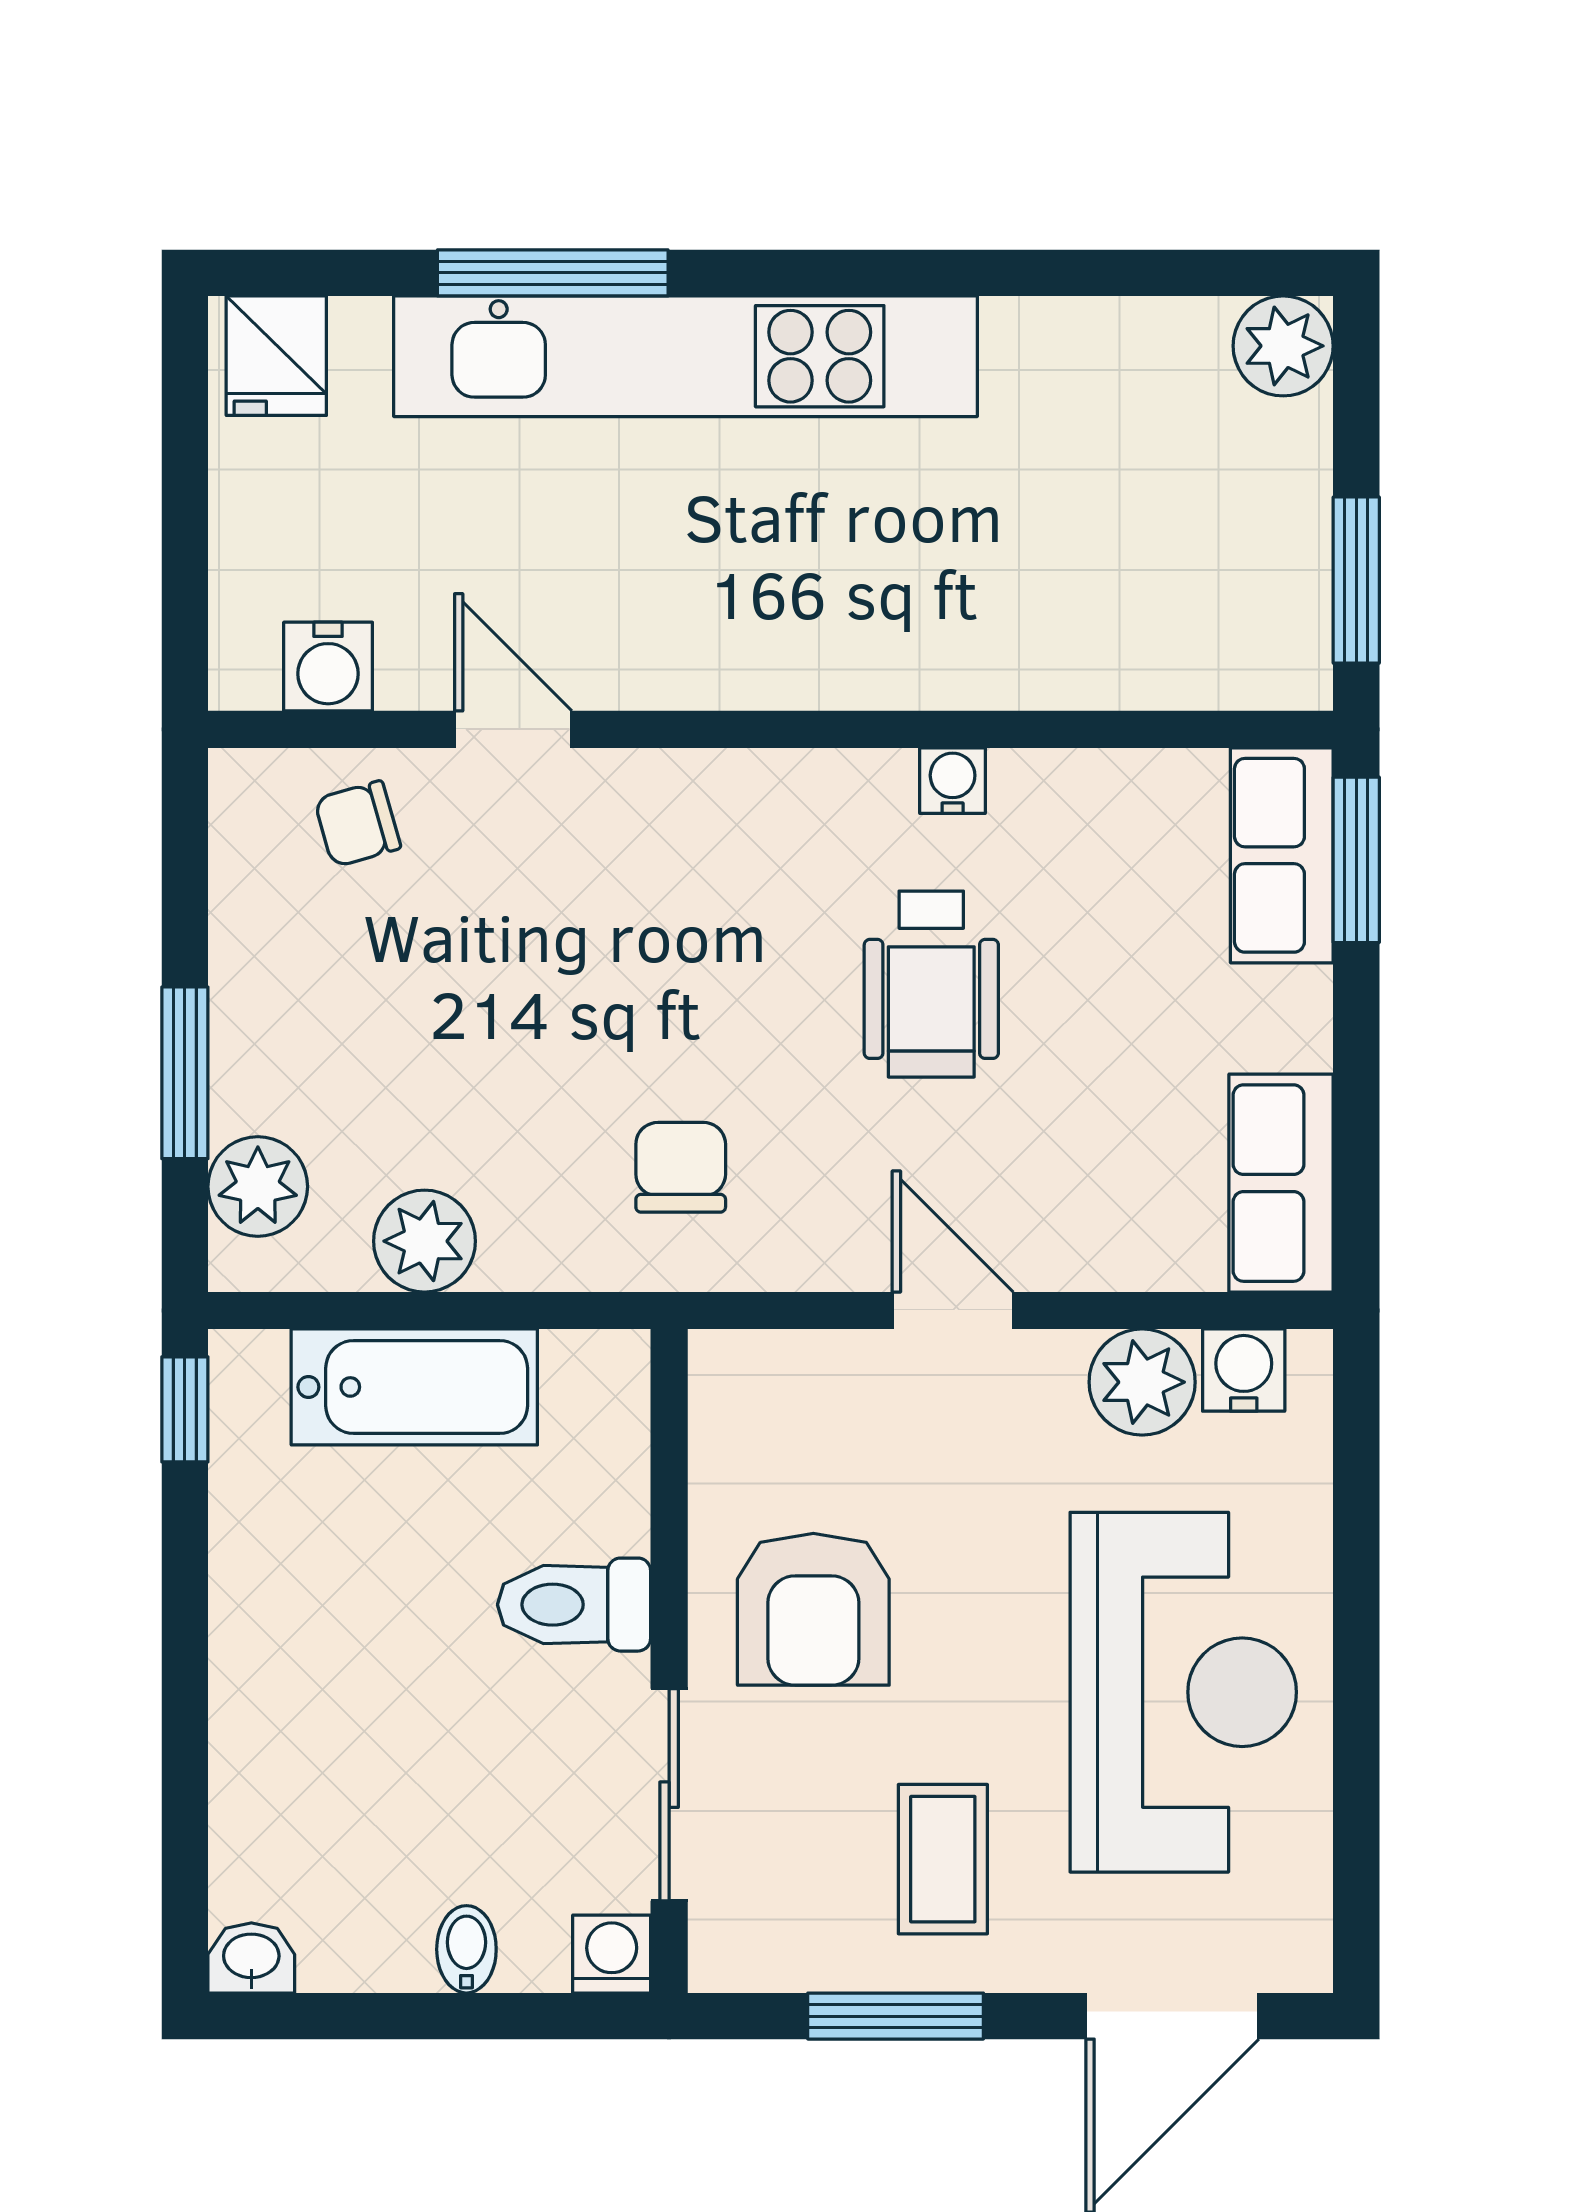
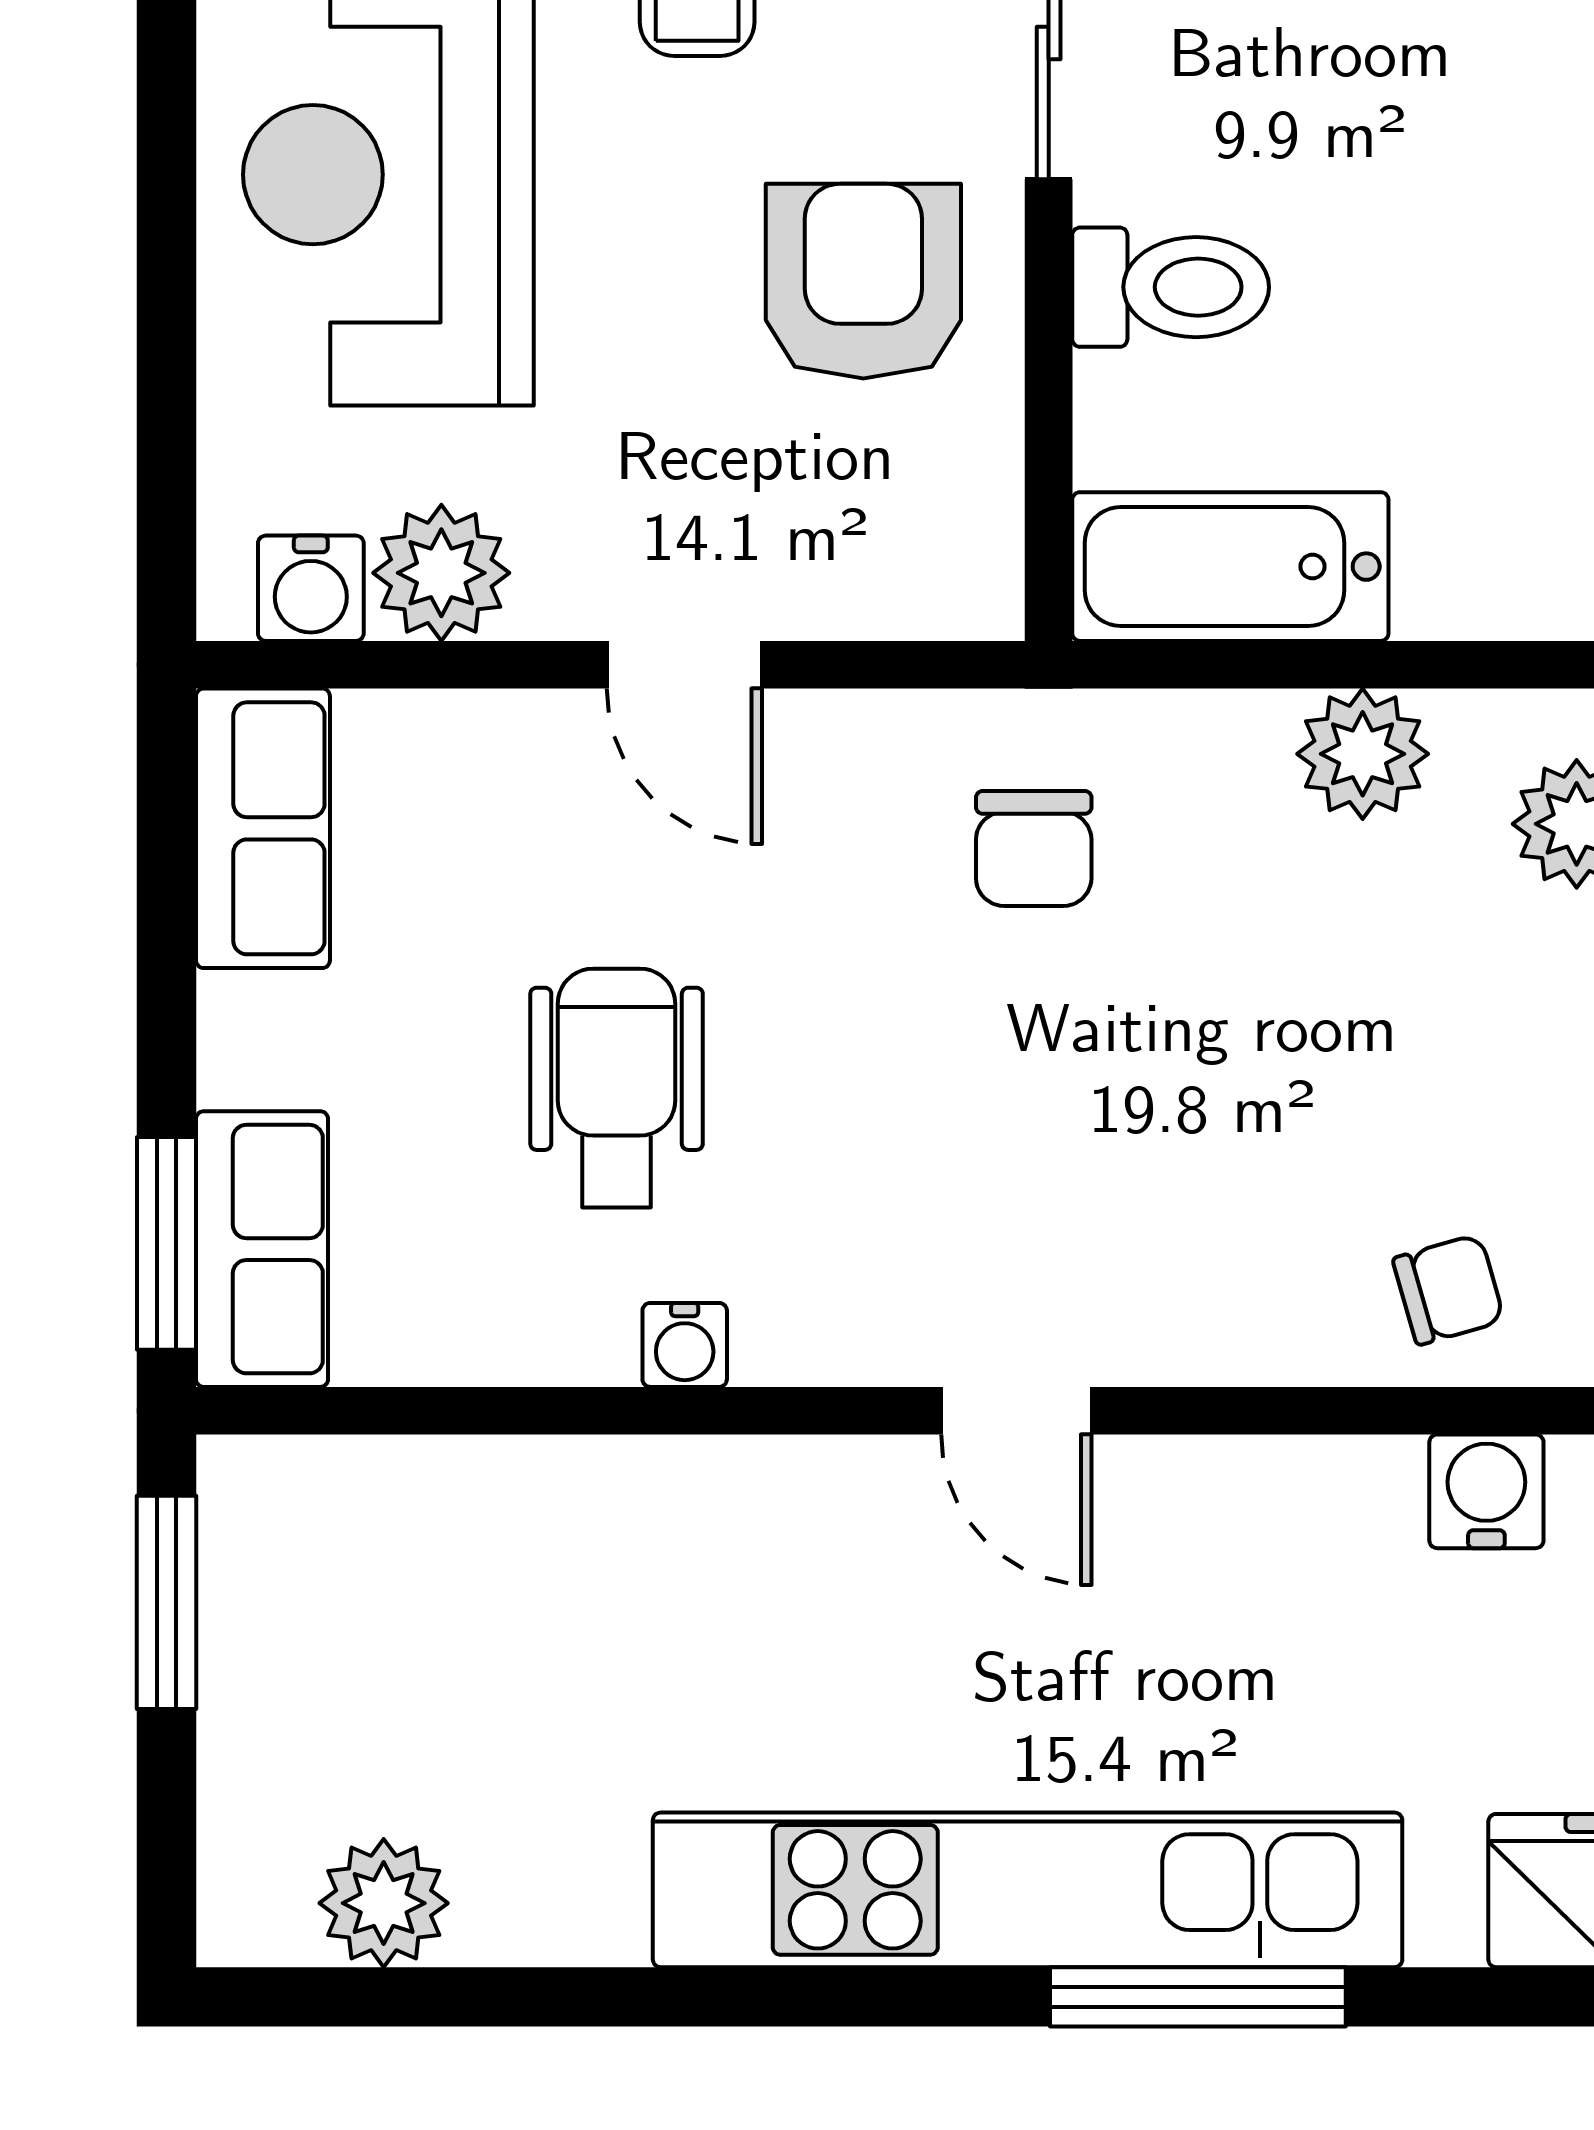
plant: (1283, 346) -> (384, 1903), moved
door: (513, 729) -> (1016, 1411), moved
wheelchair: (931, 984) -> (617, 1088), moved
bathtub: (414, 1387) -> (1230, 567), moved

